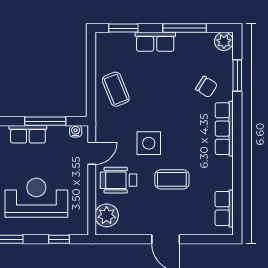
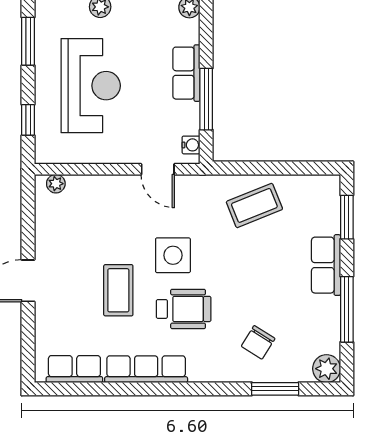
row of seats: (224, 129) -> (146, 369), moved
wheelchair: (119, 180) -> (184, 309), moved, turned 90
plant: (107, 215) -> (56, 184), width x0.53, depth x0.53

